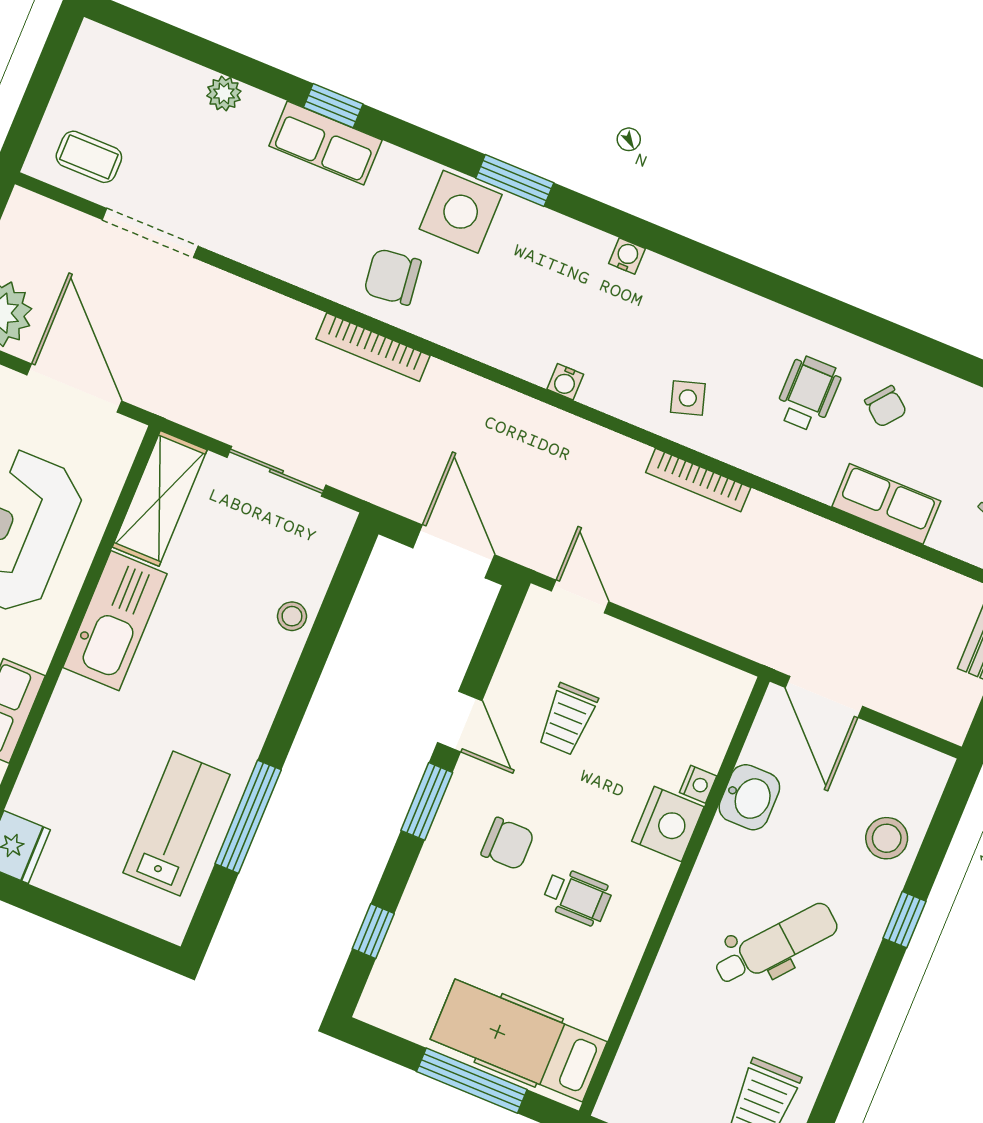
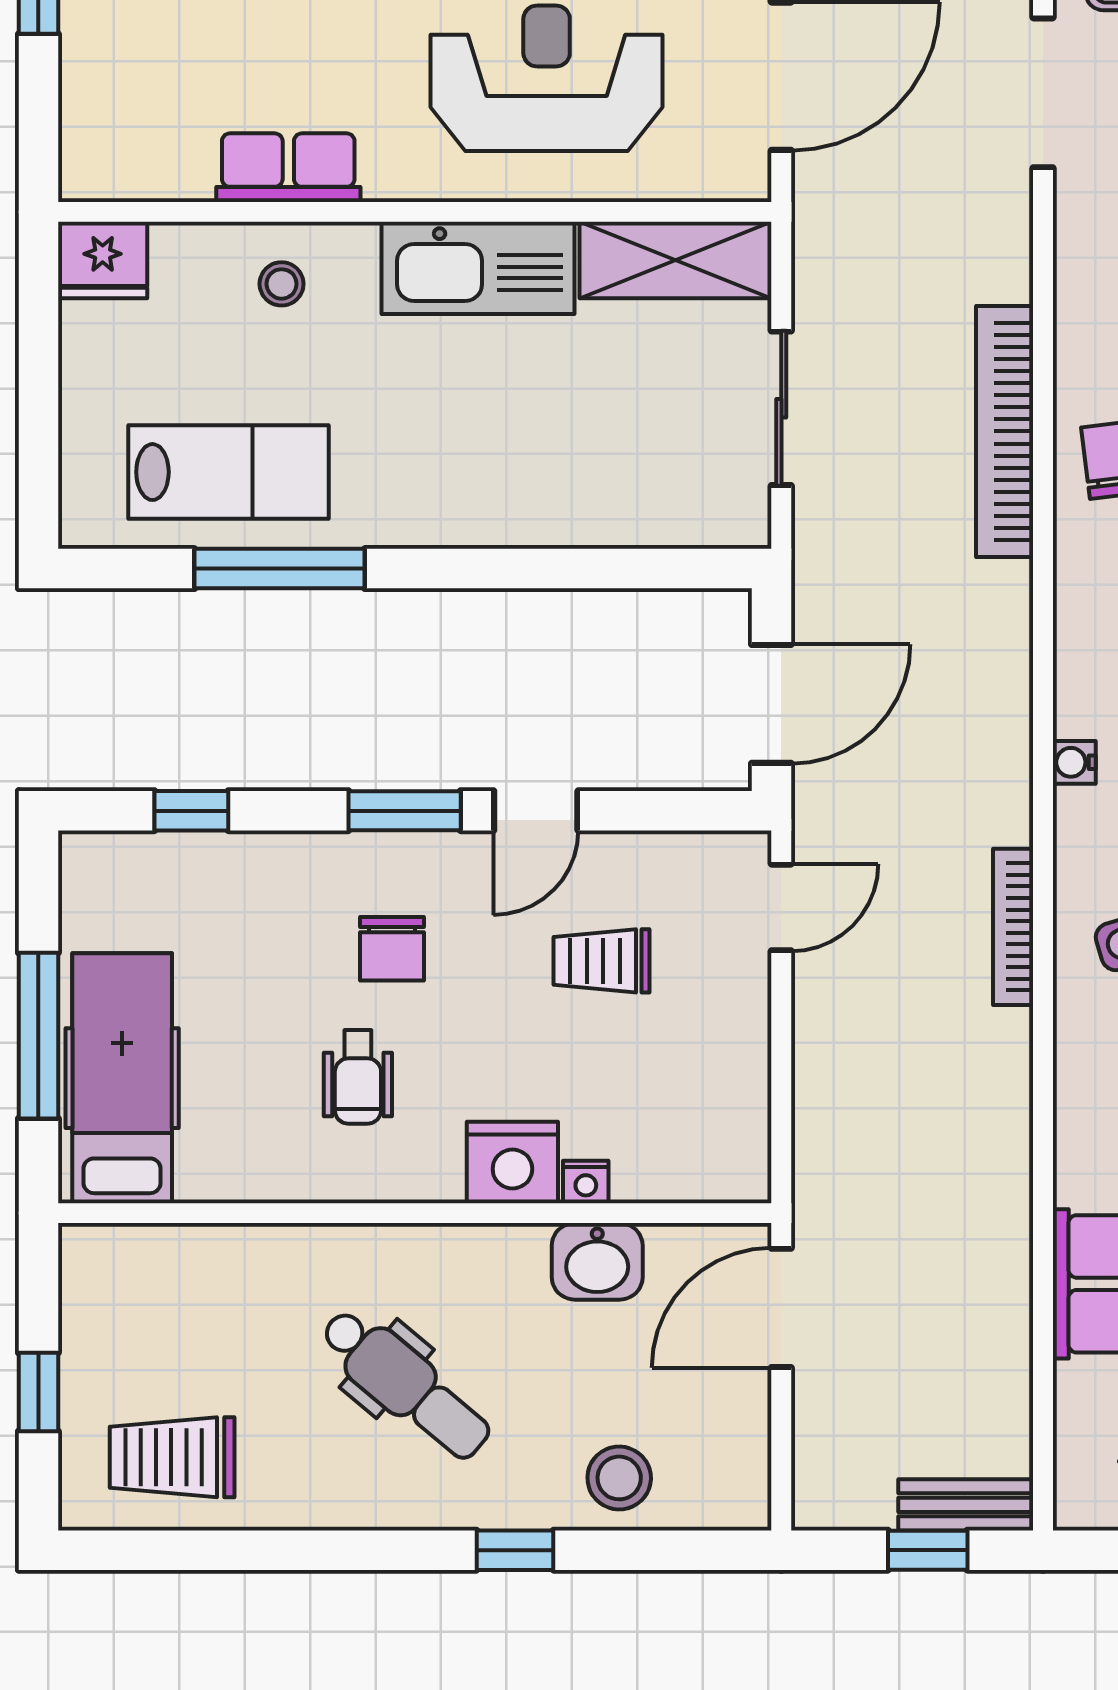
bookcase: (373, 347) -> (1005, 431), width x1.48, depth x1.31
bookcase: (698, 480) -> (1013, 927), moved
stool: (292, 616) -> (282, 284), moved

